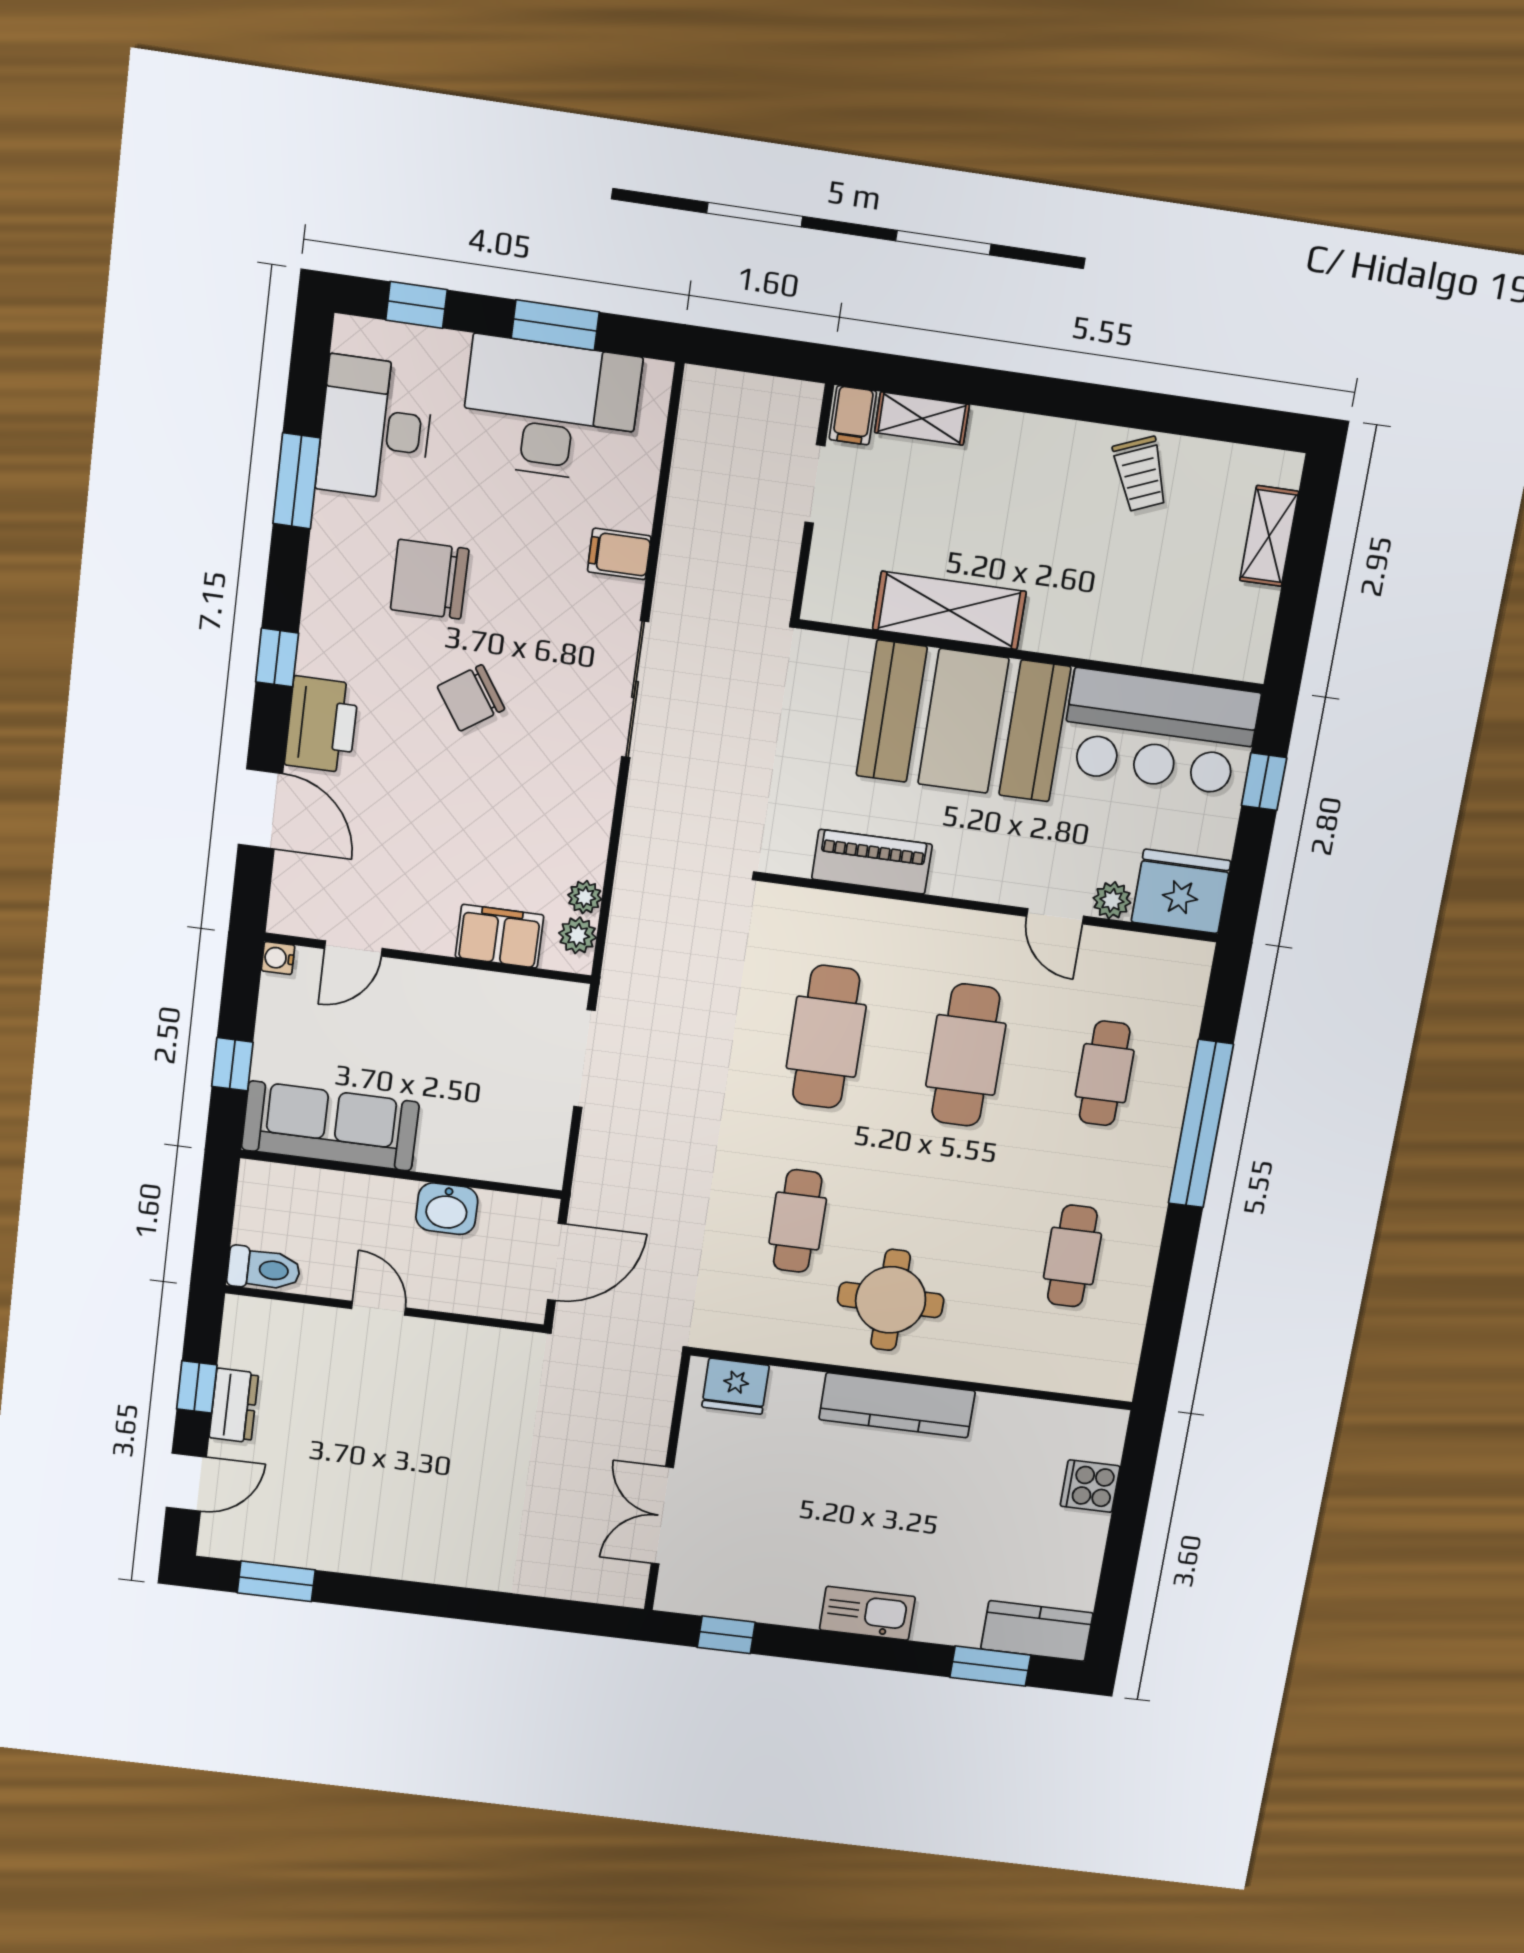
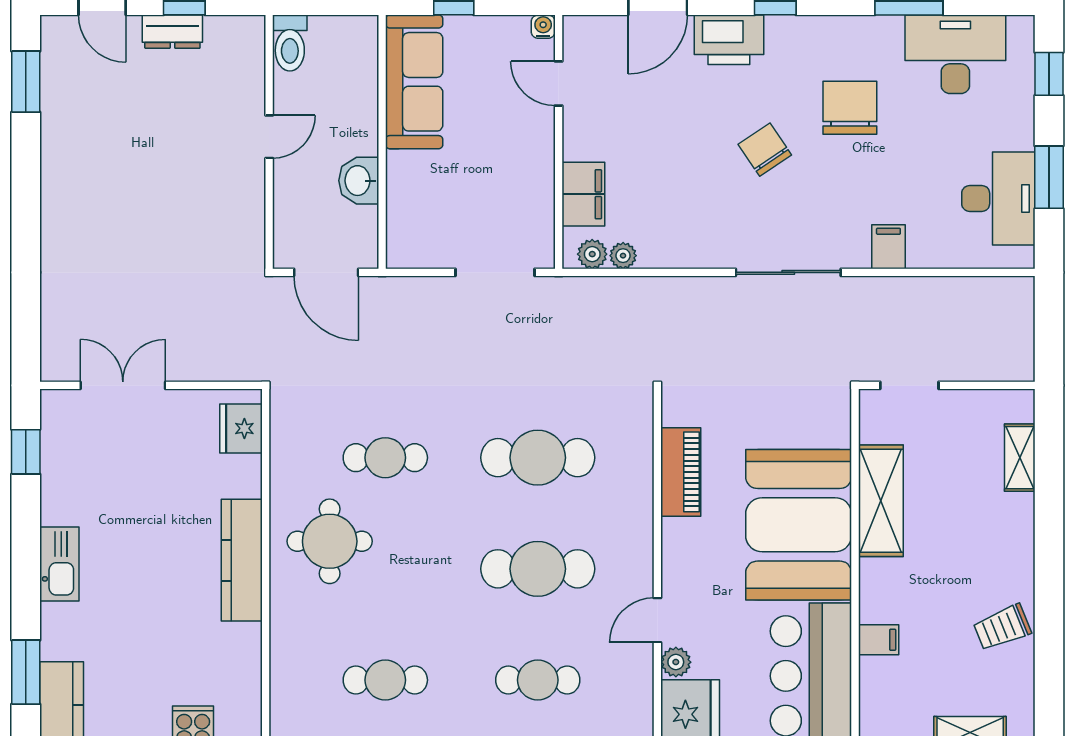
desk: (550, 410) -> (998, 198), width x0.73, depth x0.77
filing cabinet: (853, 415) -> (879, 640), moved, turned 180
doorway: (815, 484) -> (909, 385), moved

